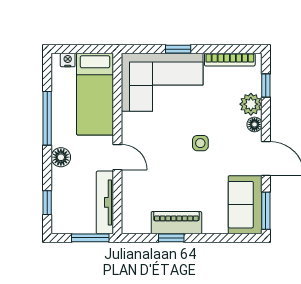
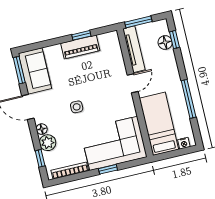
floor lamp: (61, 157) -> (165, 42), moved
door: (117, 157) -> (133, 83), swing flipped

